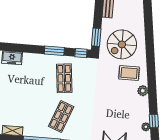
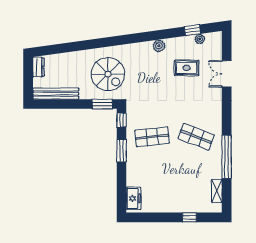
rug: (129, 73) -> (187, 68), moved, turned 90

